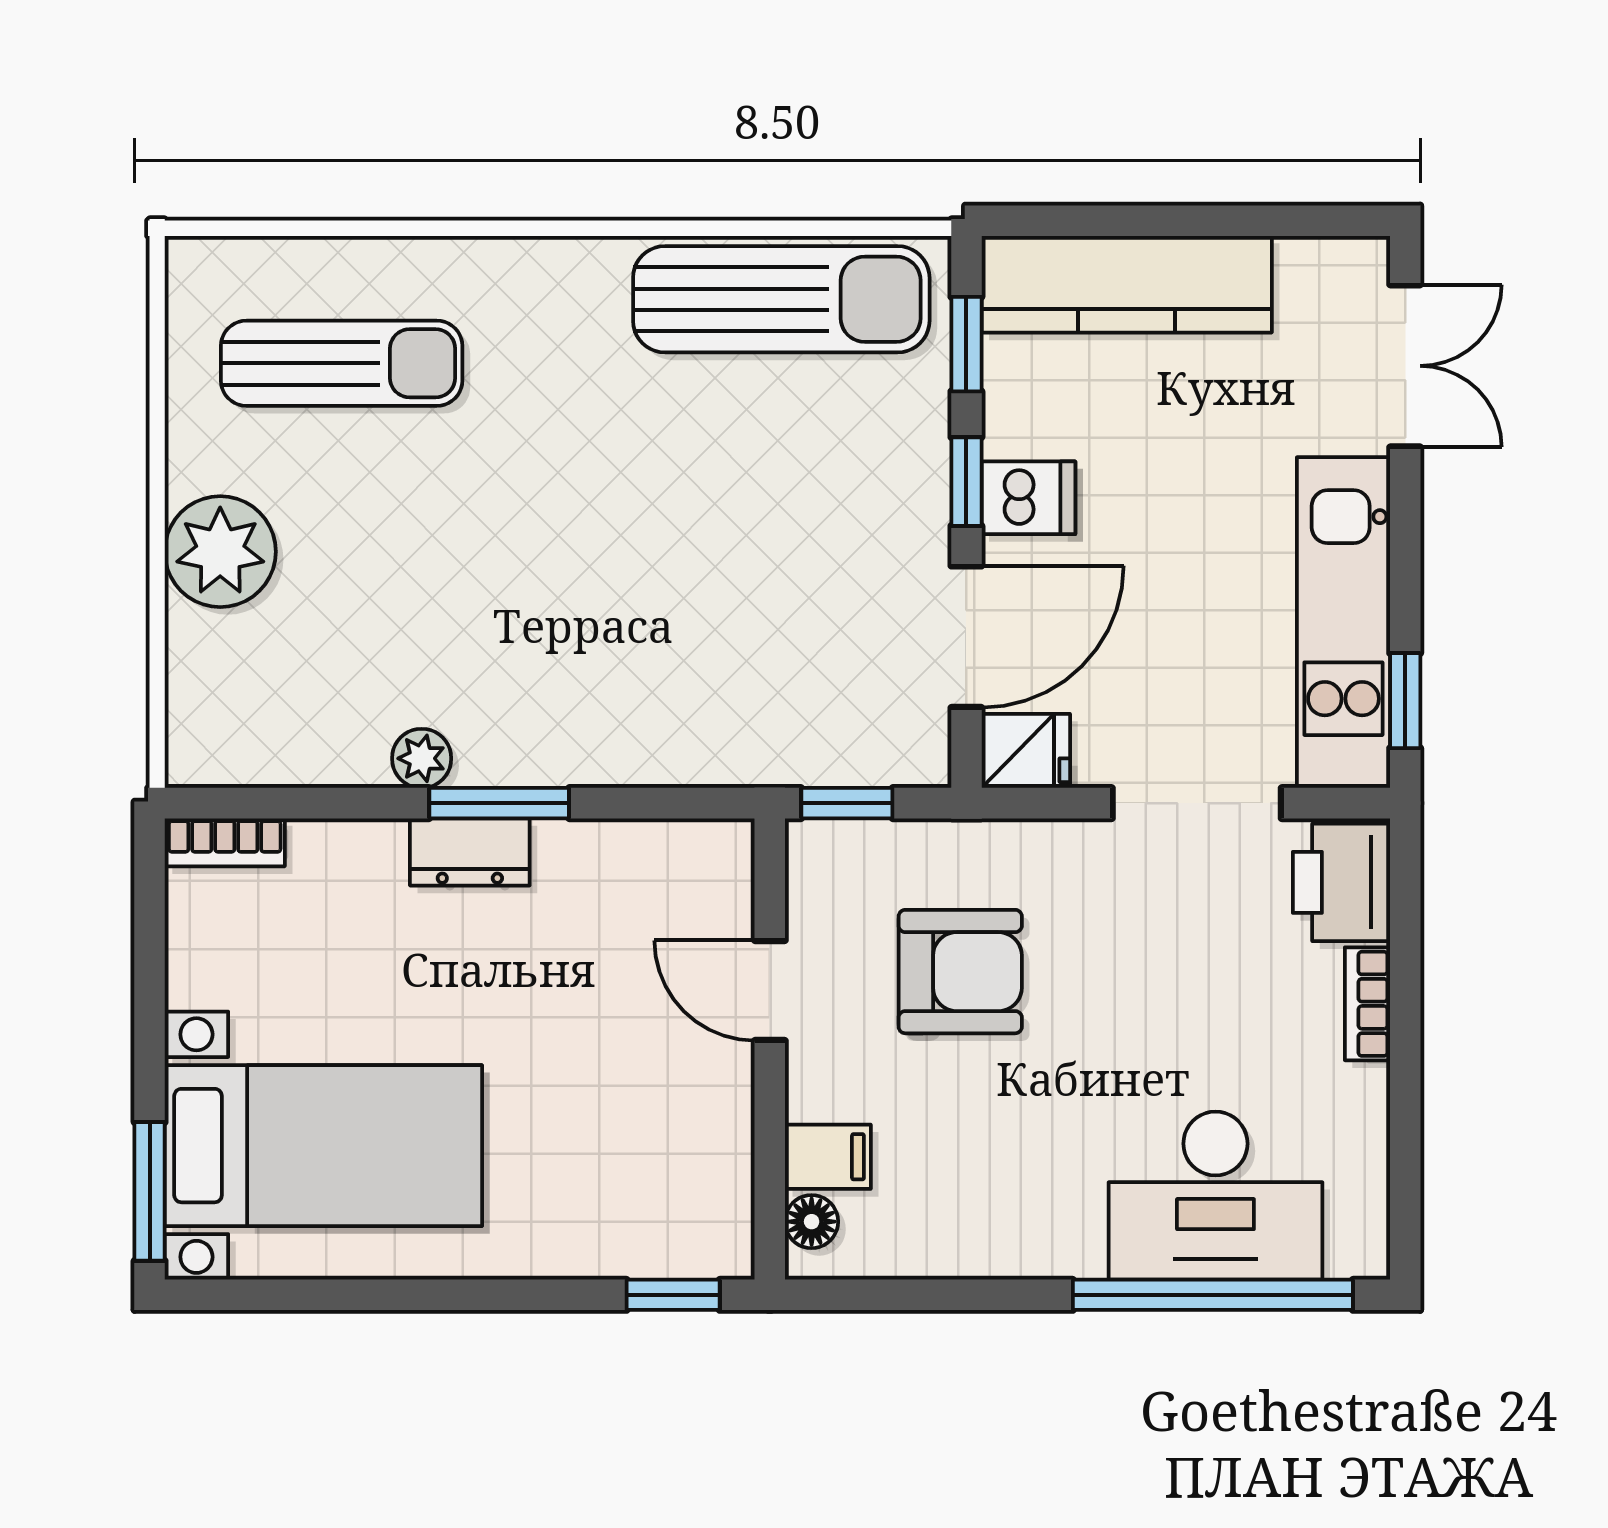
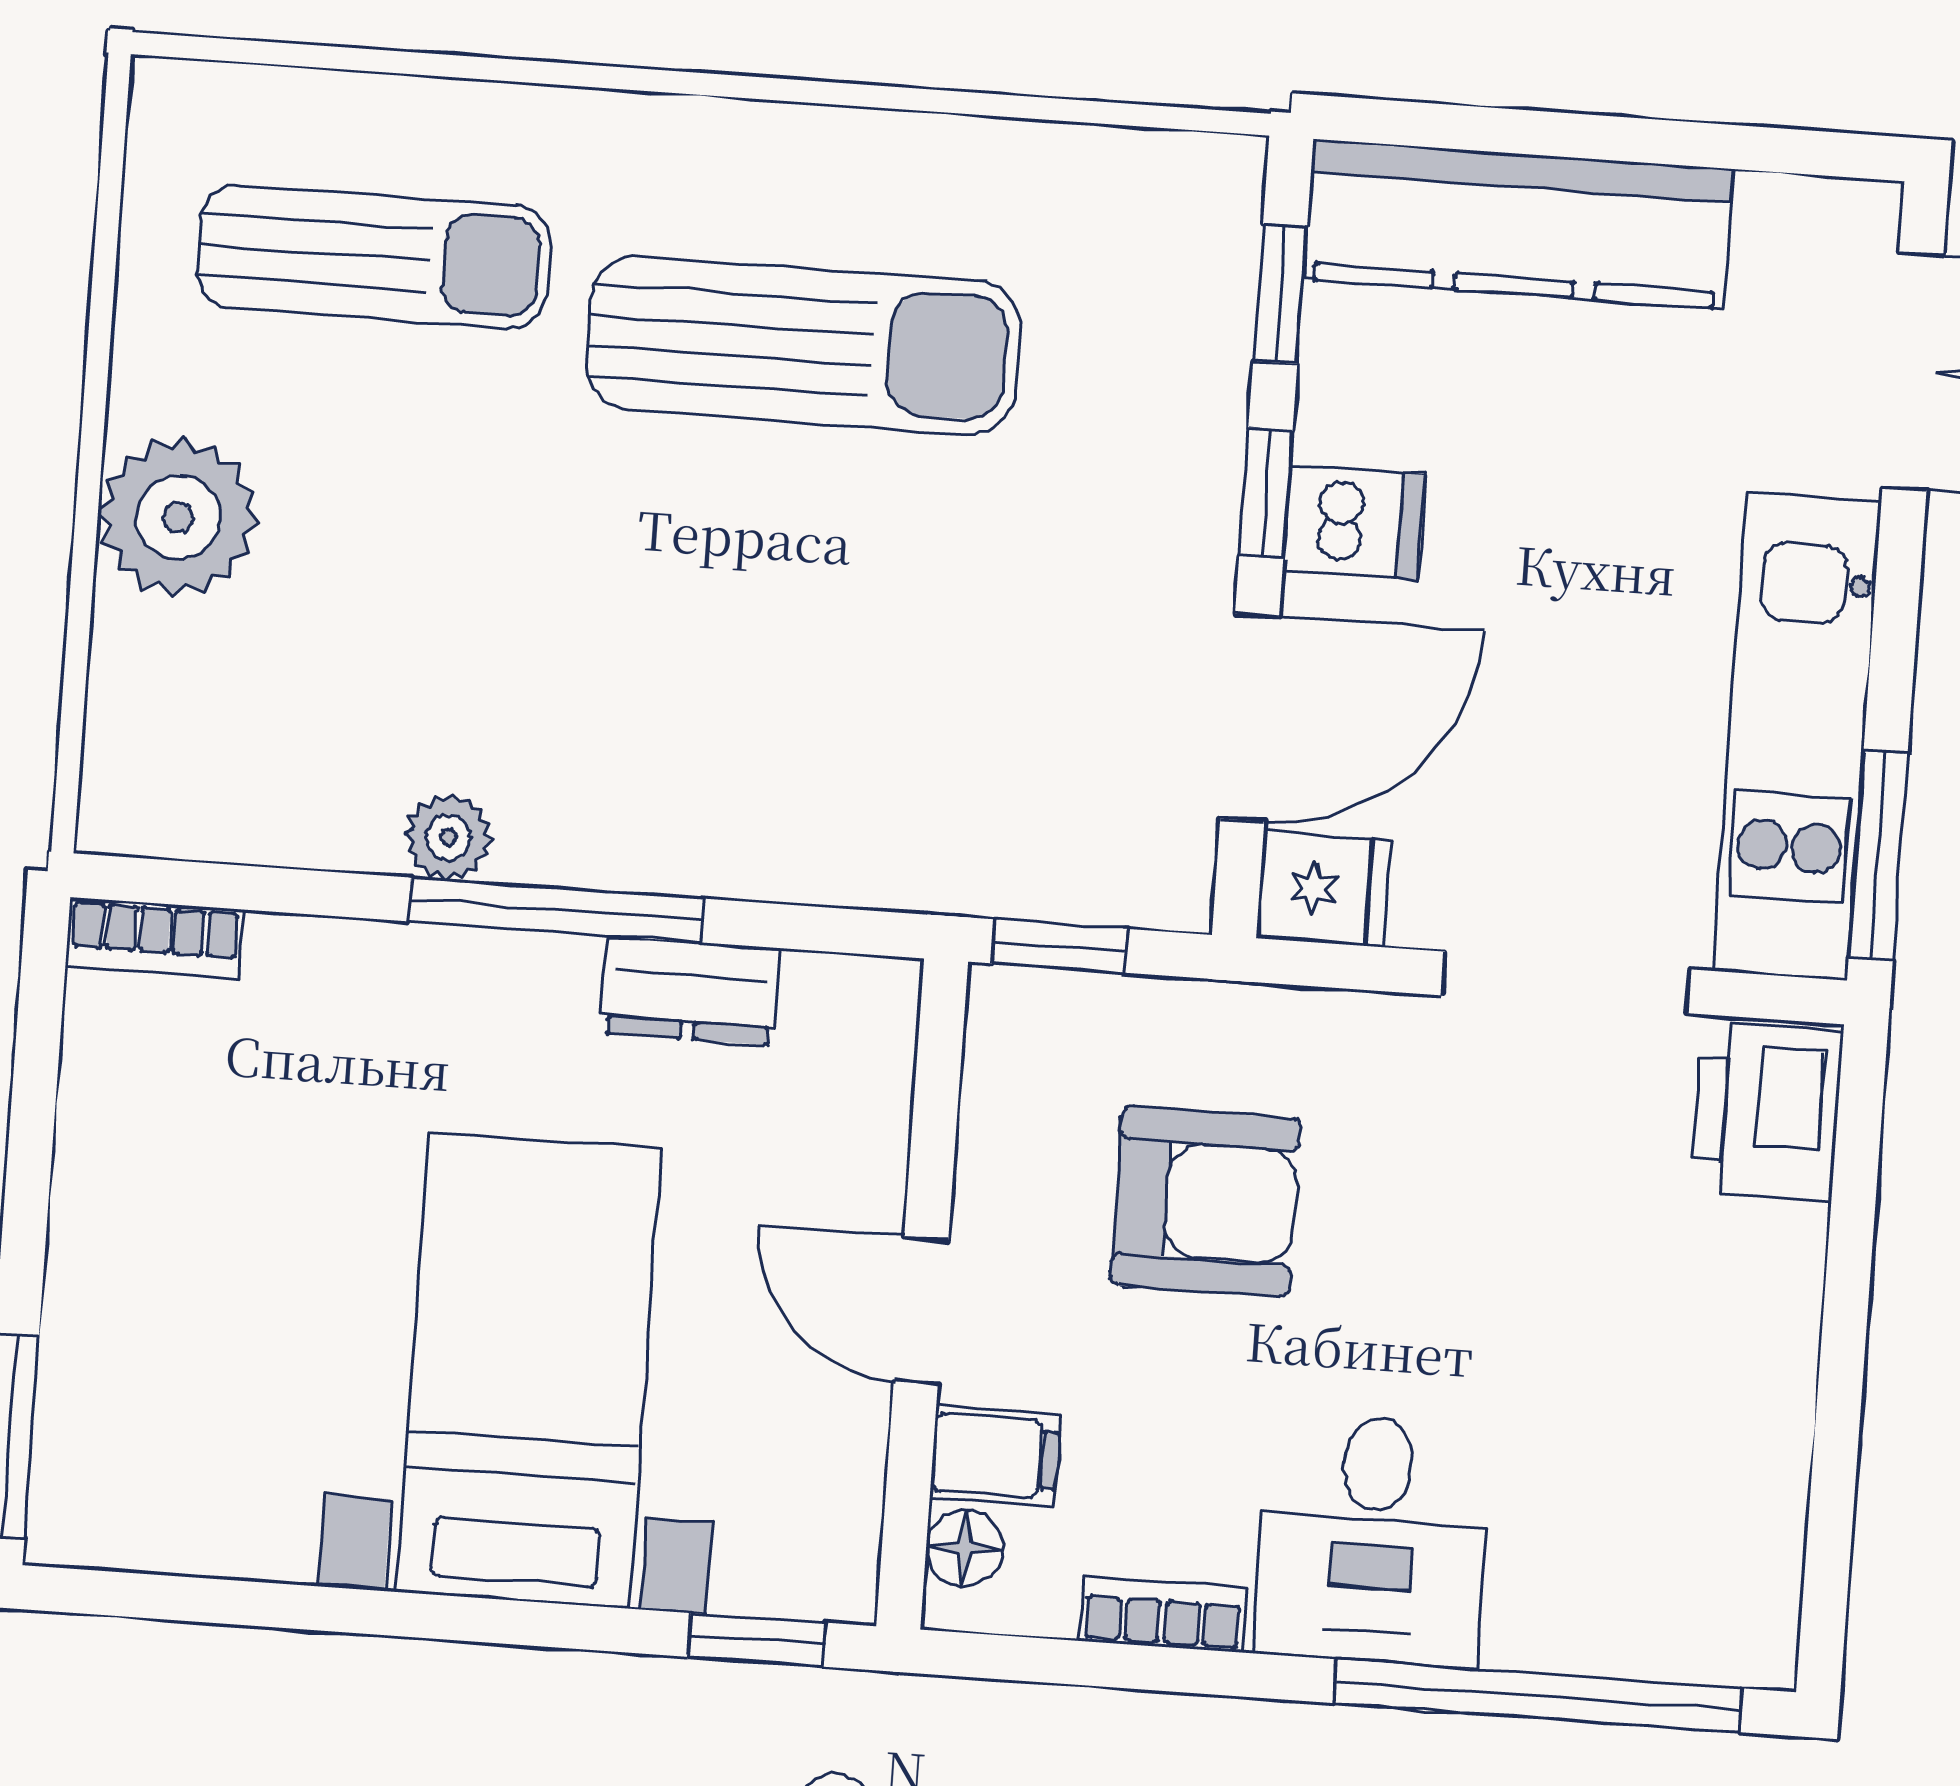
sun lounger: (781, 299) -> (804, 345), moved
window: (1405, 701) -> (1878, 856), width x1.50
window: (499, 803) -> (556, 910), width x1.44
dresser: (470, 852) -> (690, 991), moved
door: (770, 990) -> (921, 1310), moved
bookcase: (1367, 1004) -> (1163, 1614), moved, turned 90
bed with nightstands: (323, 1146) -> (529, 1371), moved, turned -90
desk: (1215, 1196) -> (1373, 1540), moved, width x0.73

